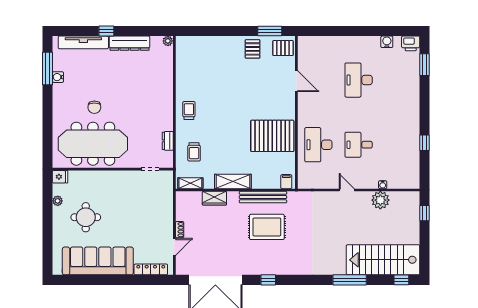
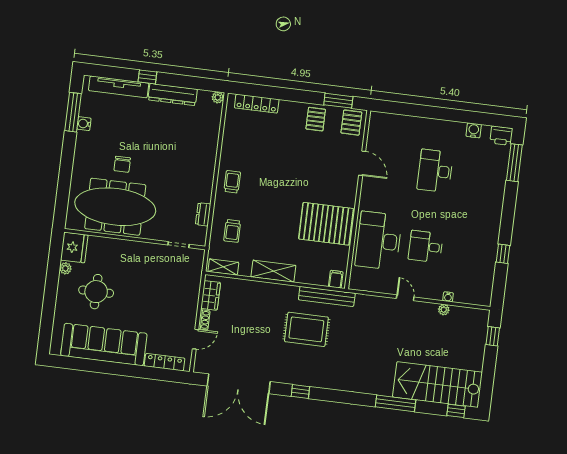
locker: (201, 42) -> (257, 104), added
pallet: (283, 48) -> (351, 123), turned 90
window: (425, 65) -> (514, 163), width x1.44
desk: (318, 145) -> (379, 241), width x1.36, depth x1.30
fridge: (60, 177) -> (74, 247), width x1.88, depth x1.34
bench: (263, 197) -> (327, 296), moved
wardrobe: (214, 198) -> (211, 295), moved, turned -90
plant: (380, 200) -> (444, 310), width x0.53, depth x0.53

